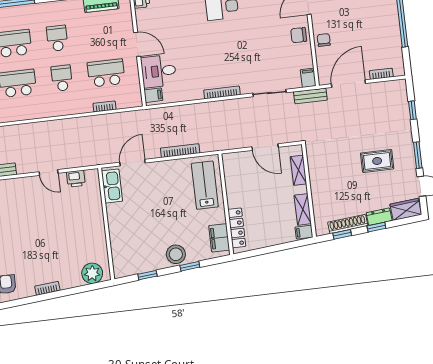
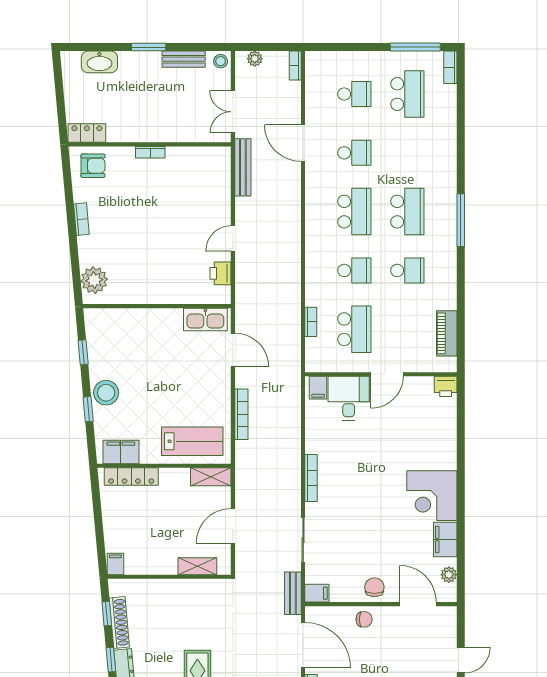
shelving: (303, 209) -> (211, 477), moved

